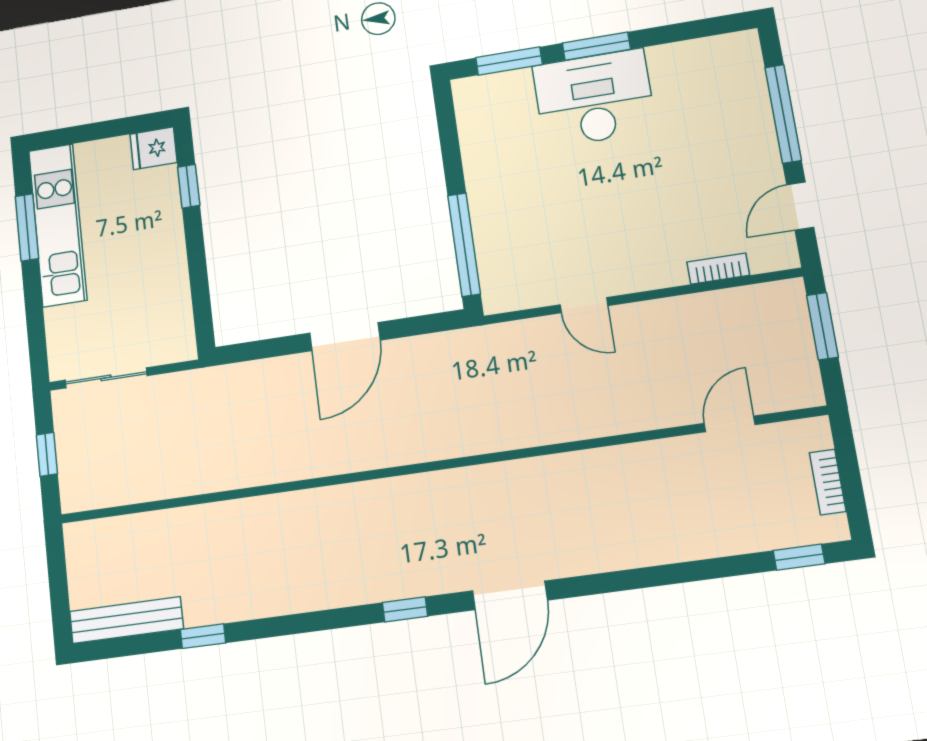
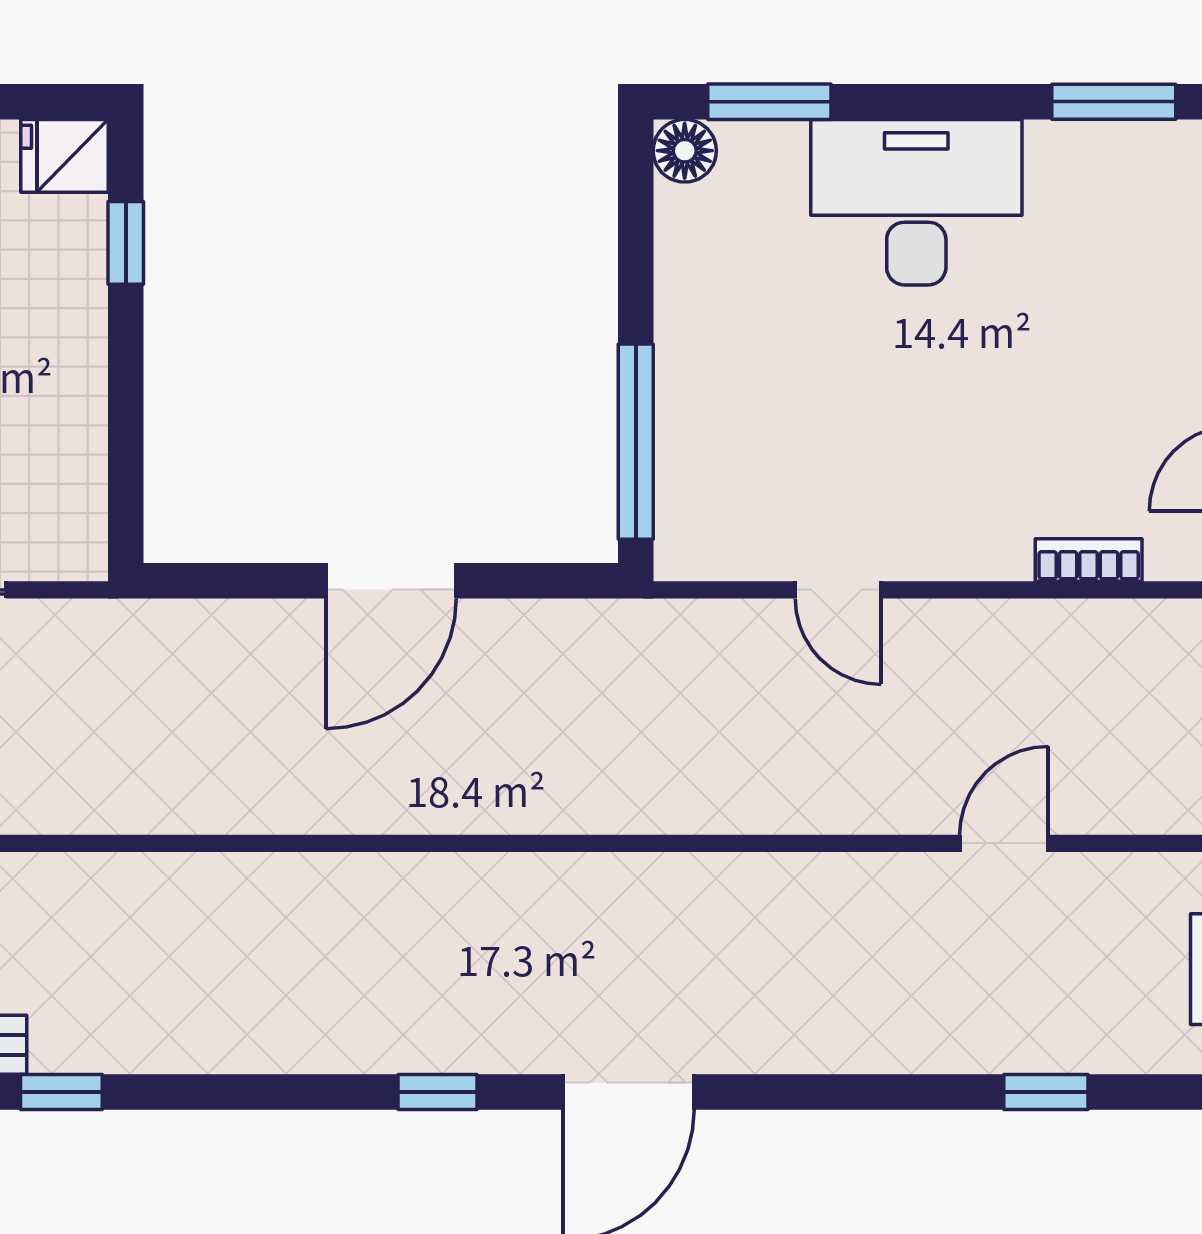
window: (596, 46) -> (1114, 102), moved
floor lamp: (469, 93) -> (685, 151), added
door: (730, 424) -> (1004, 843), moved
window: (799, 557) -> (1046, 1092), moved

